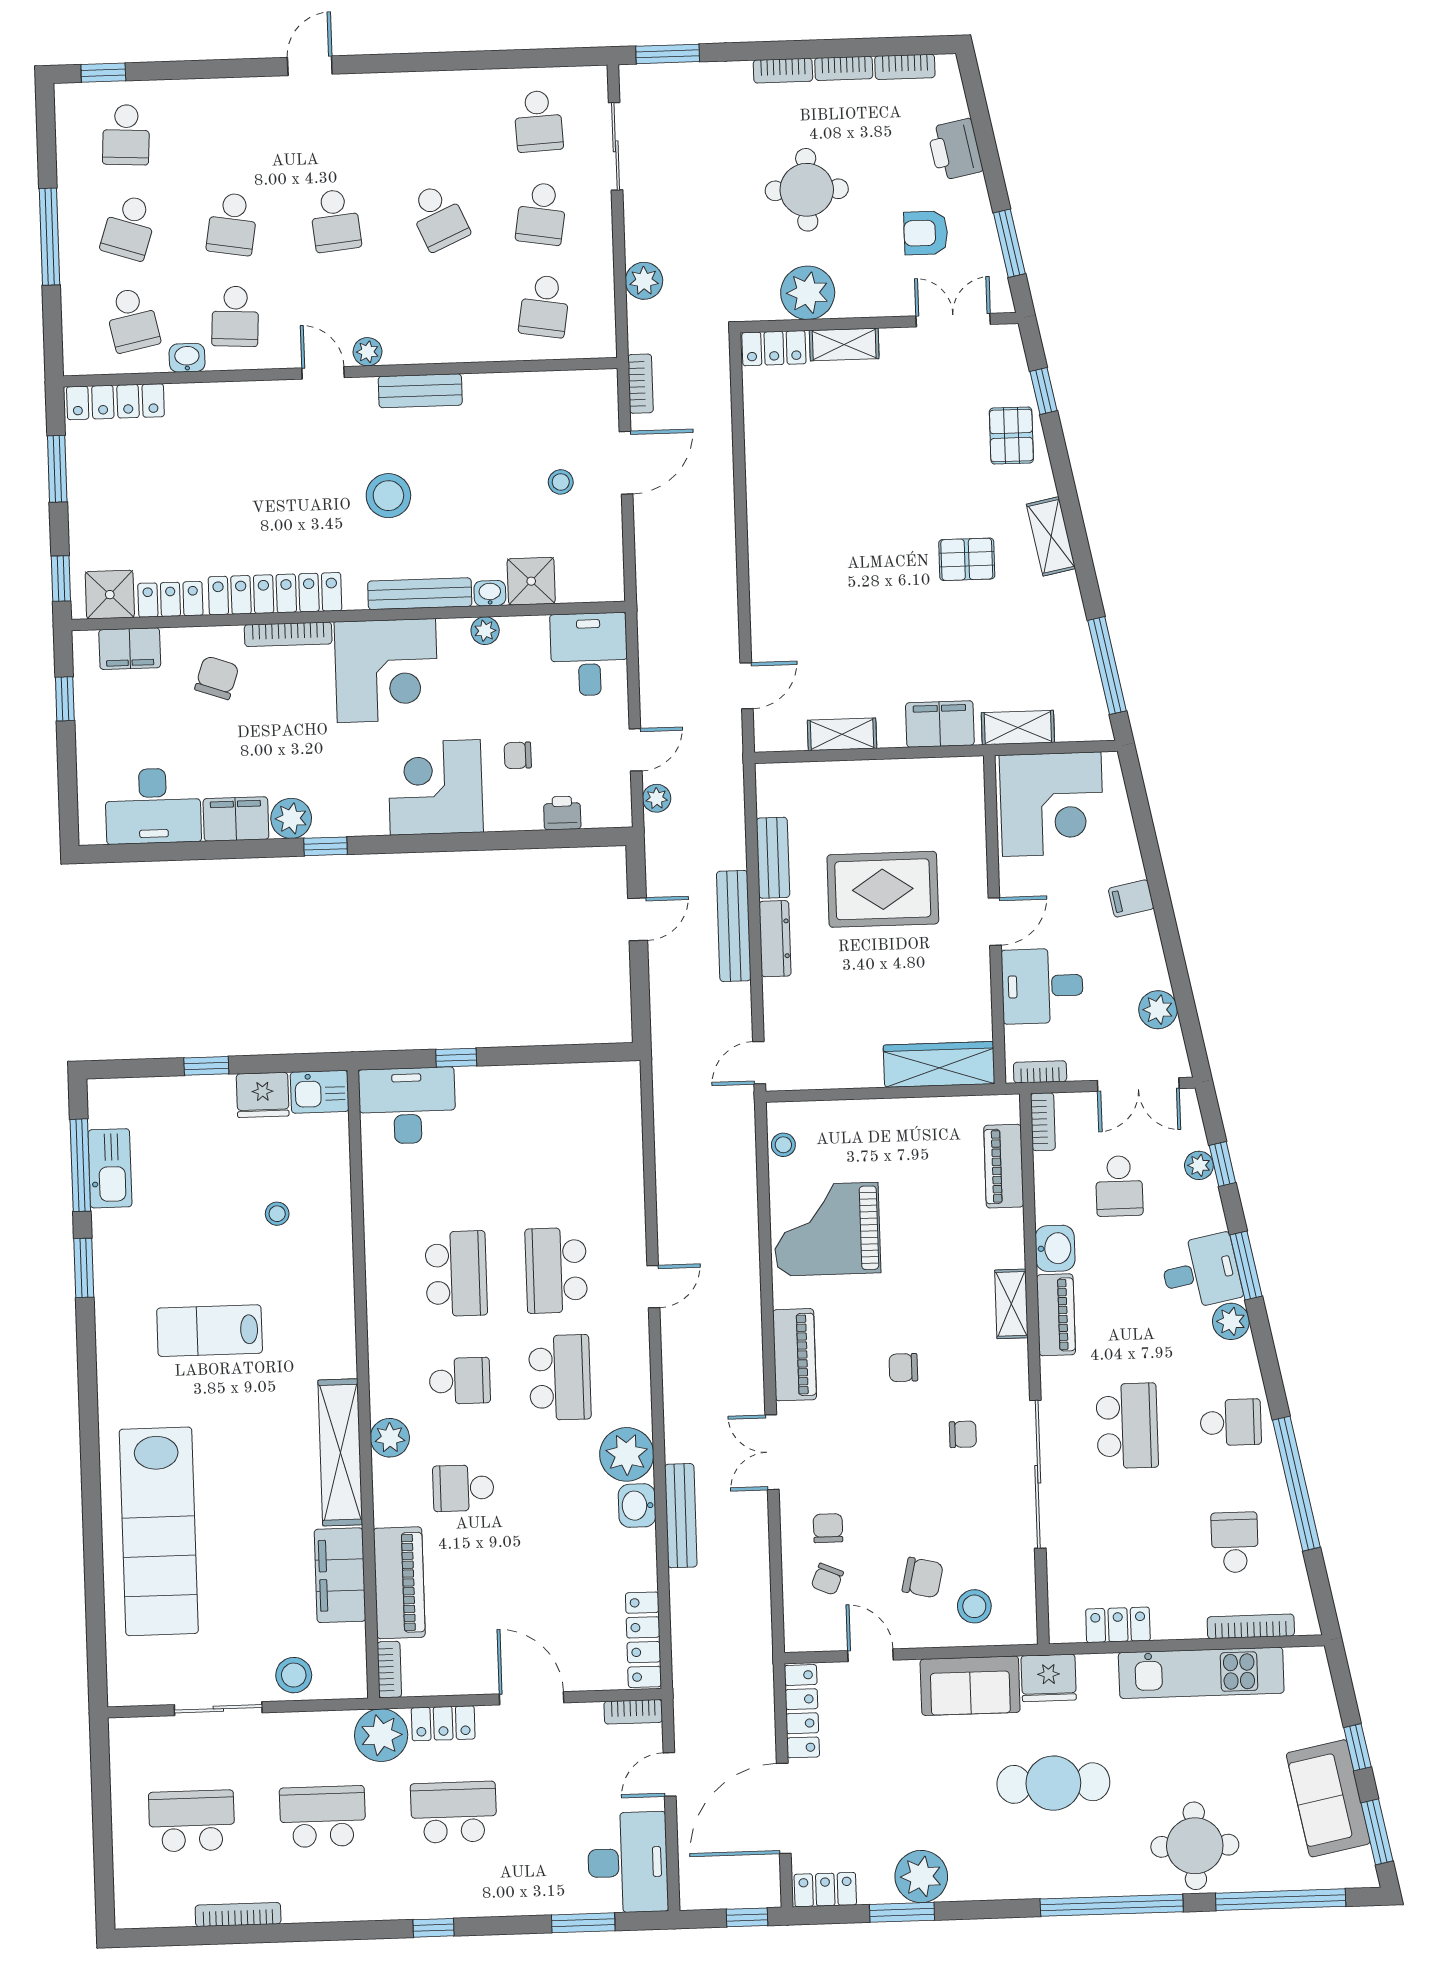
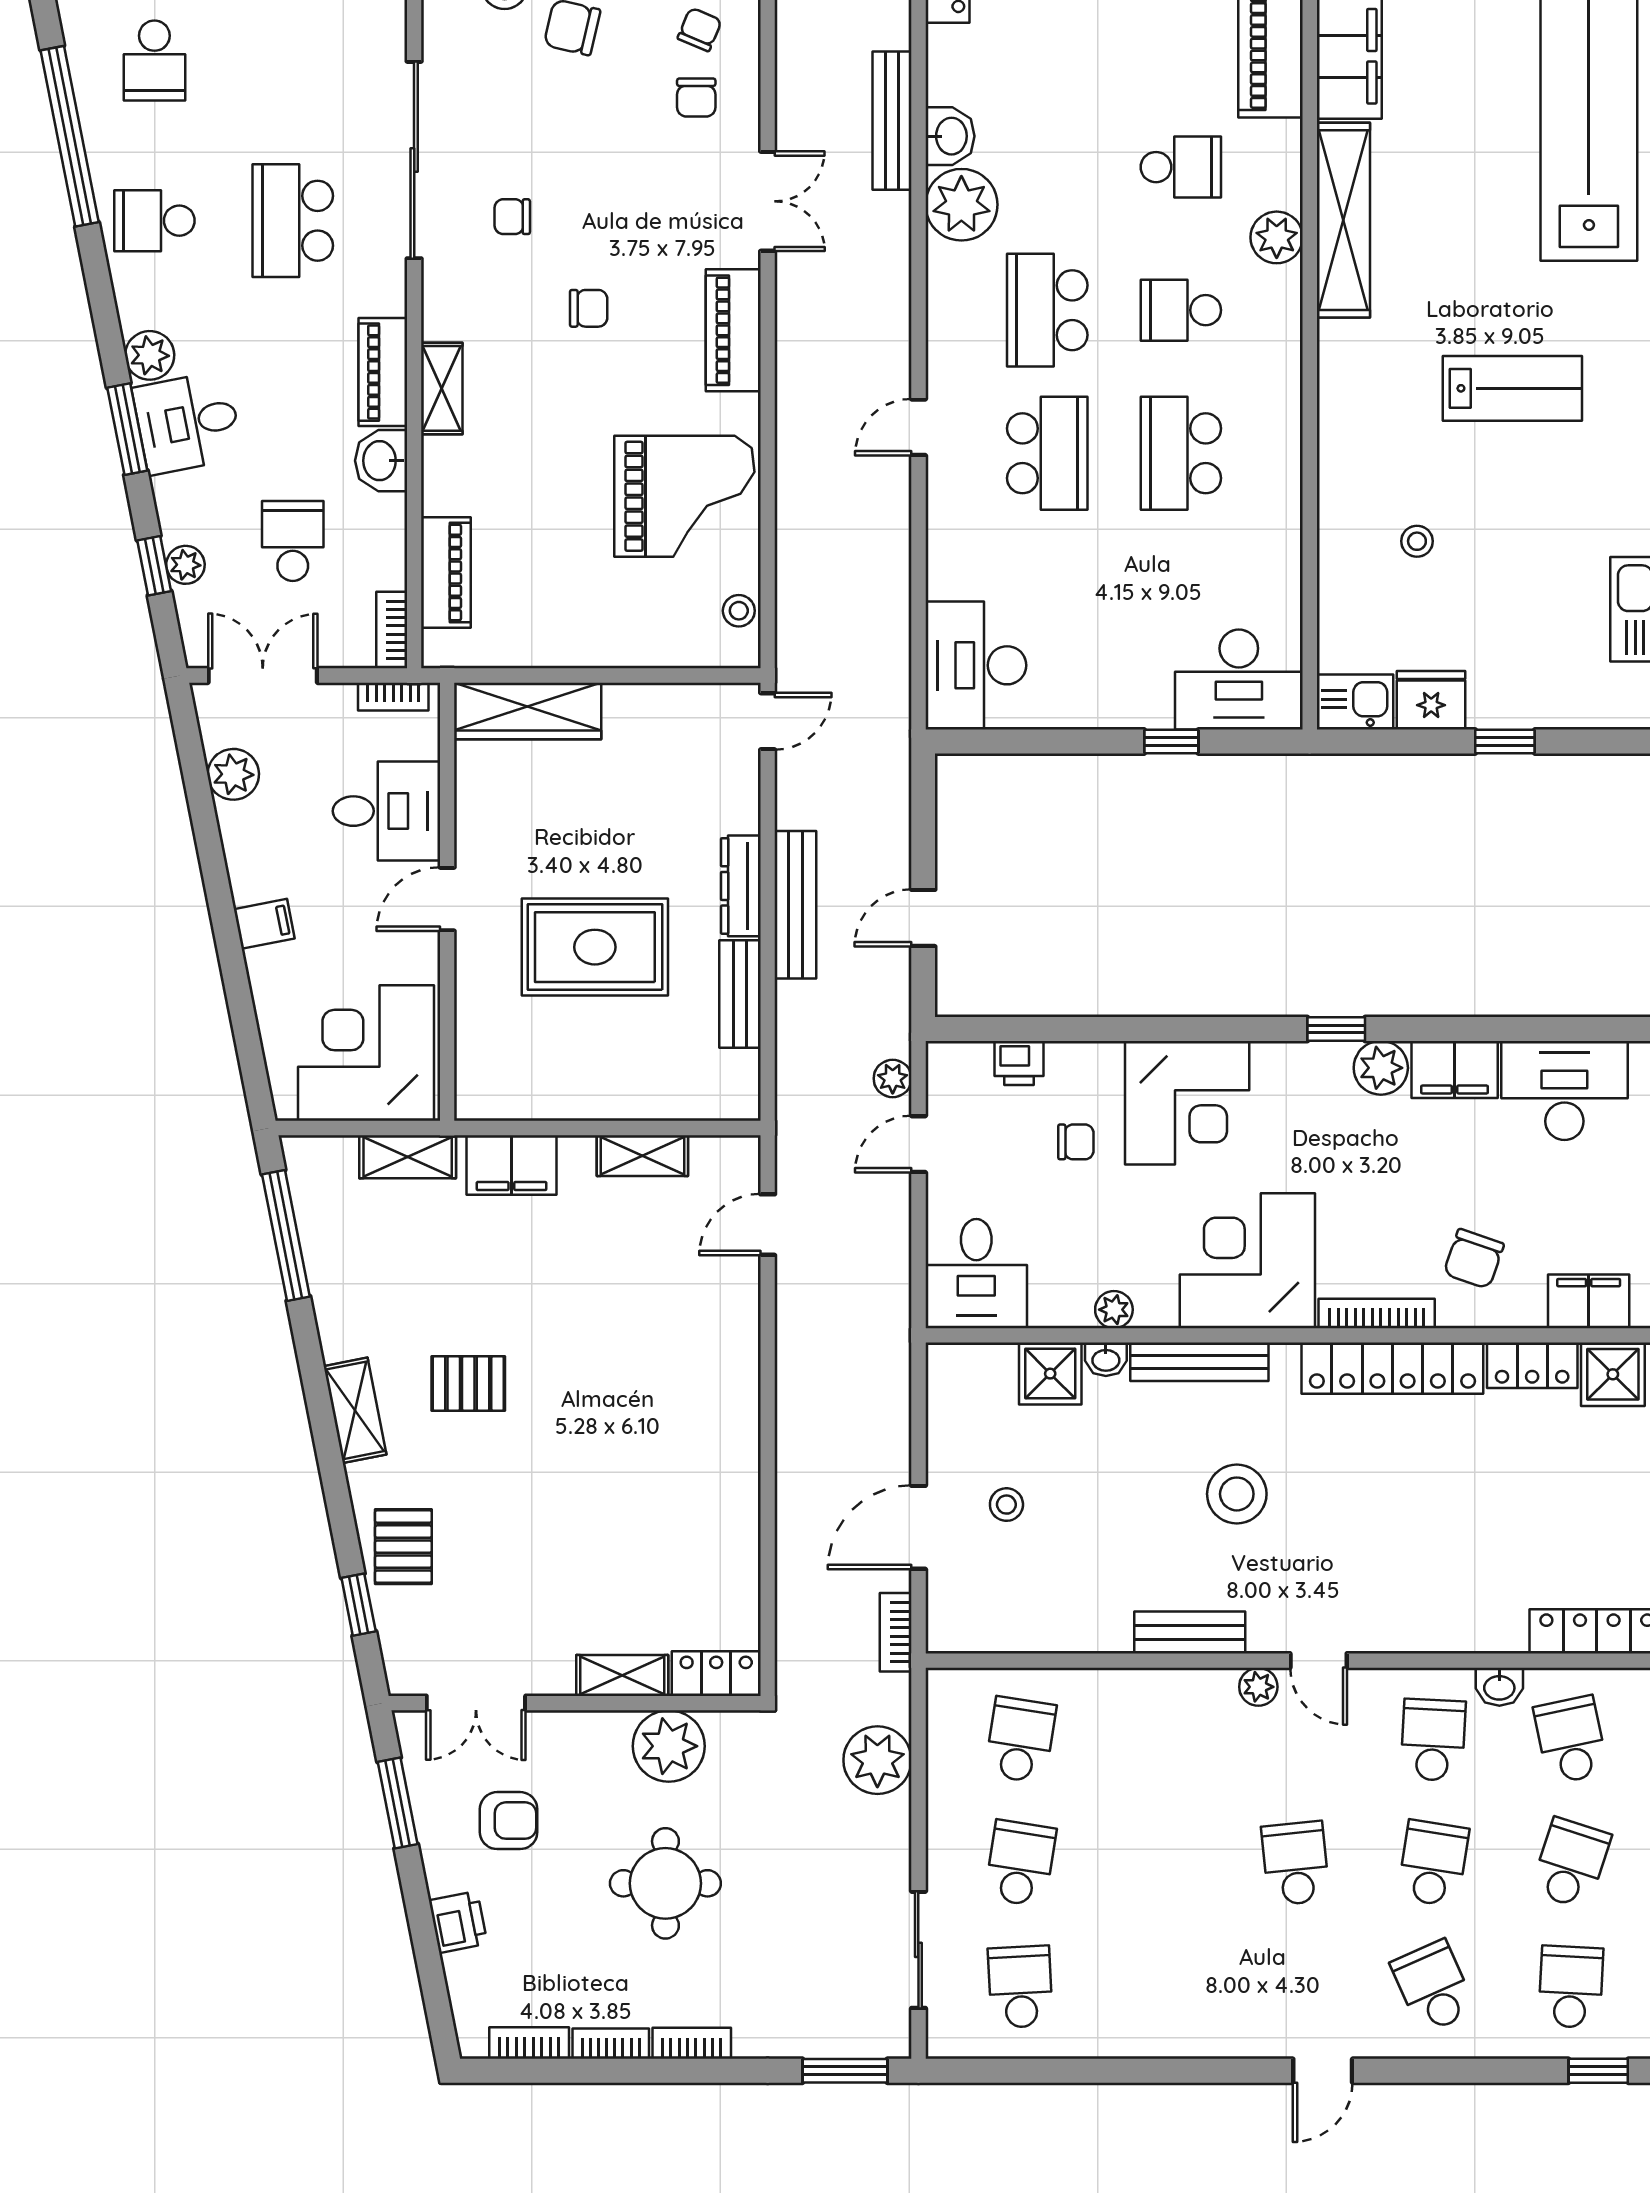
printer: (955, 150) -> (458, 1922), width x0.73, depth x0.81
school desk: (438, 217) -> (1433, 1987), moved
plant: (644, 281) -> (877, 1760), width x1.36, depth x1.36
desk: (604, 1110) -> (976, 665), added

